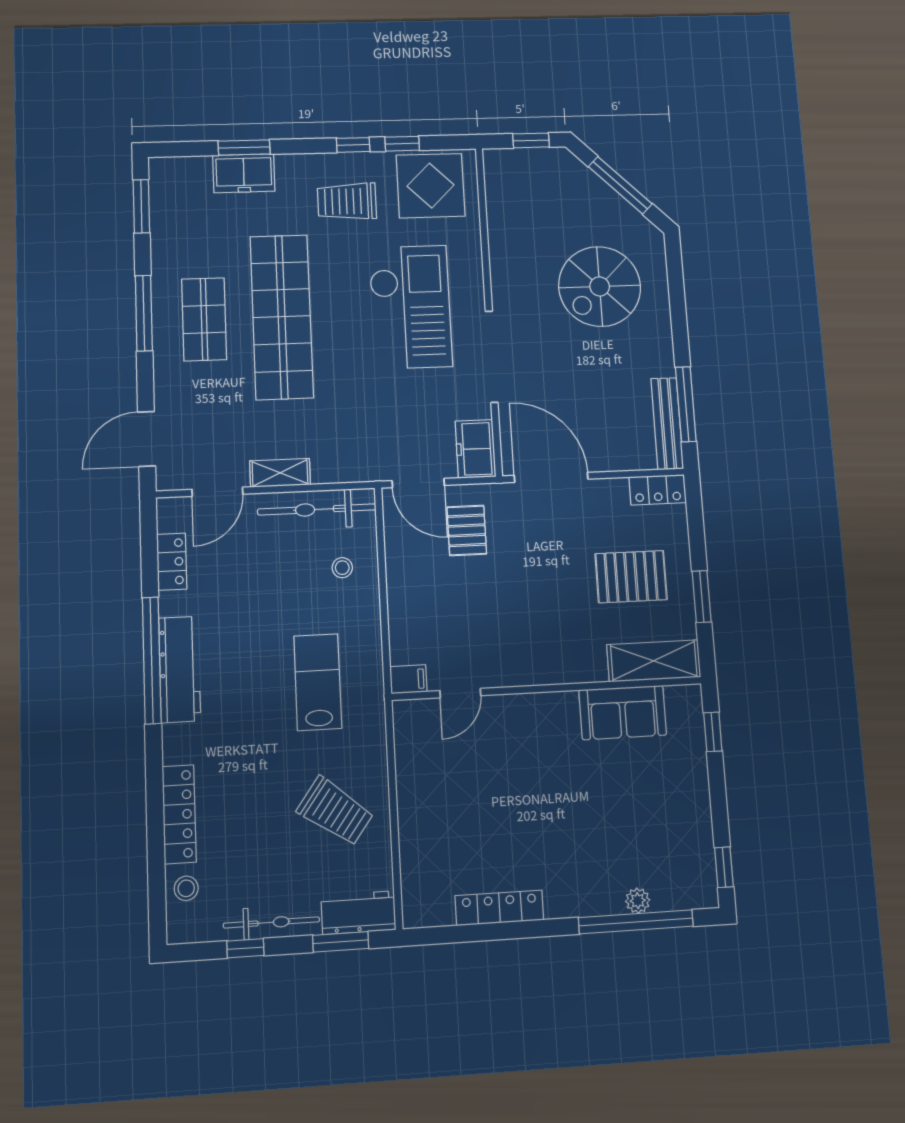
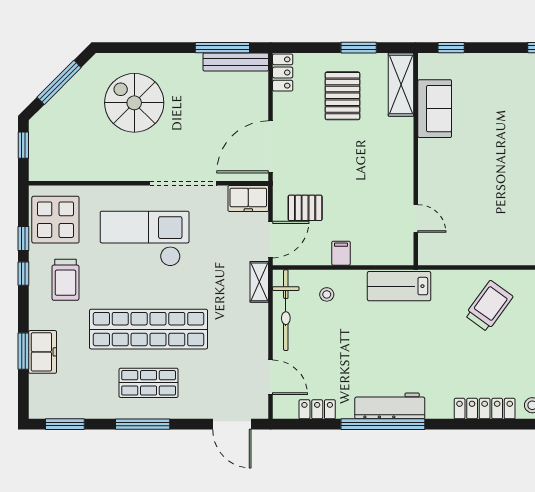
spiral stairs: (600, 286) -> (134, 103), turned 180
shelving: (280, 473) -> (259, 282), moved
filing cabinet: (408, 679) -> (341, 253), moved
lab bench: (318, 682) -> (399, 286), moved

